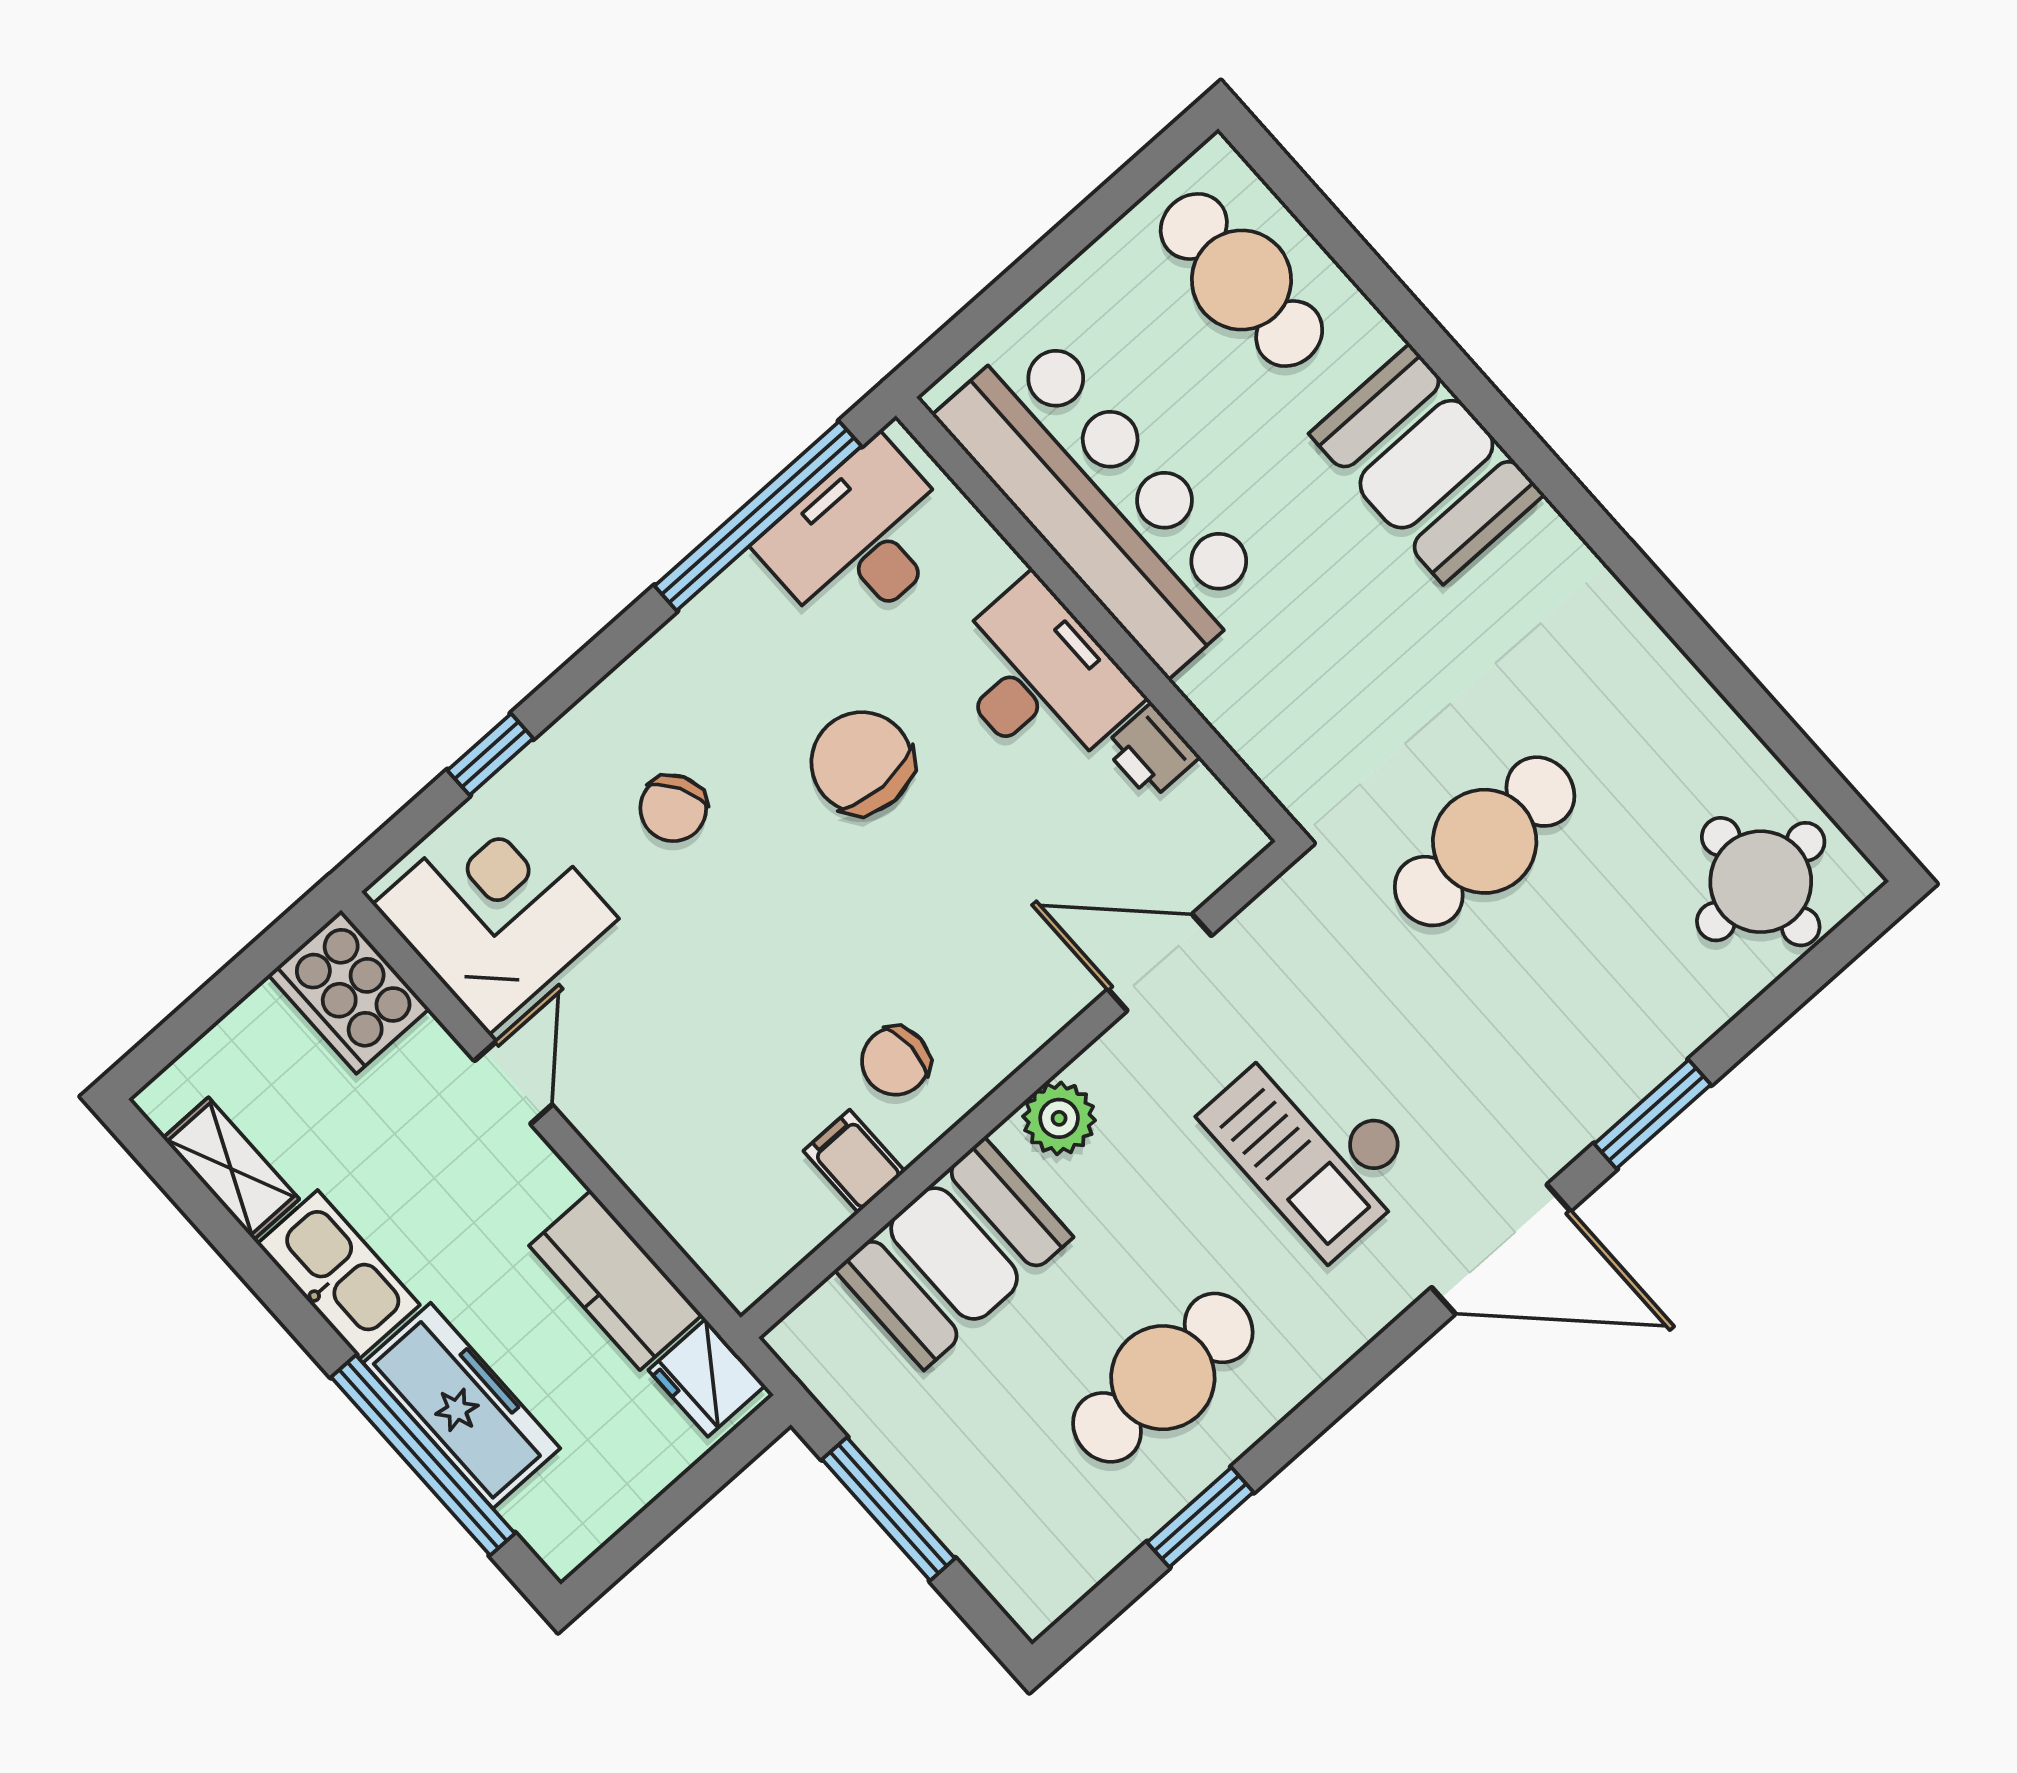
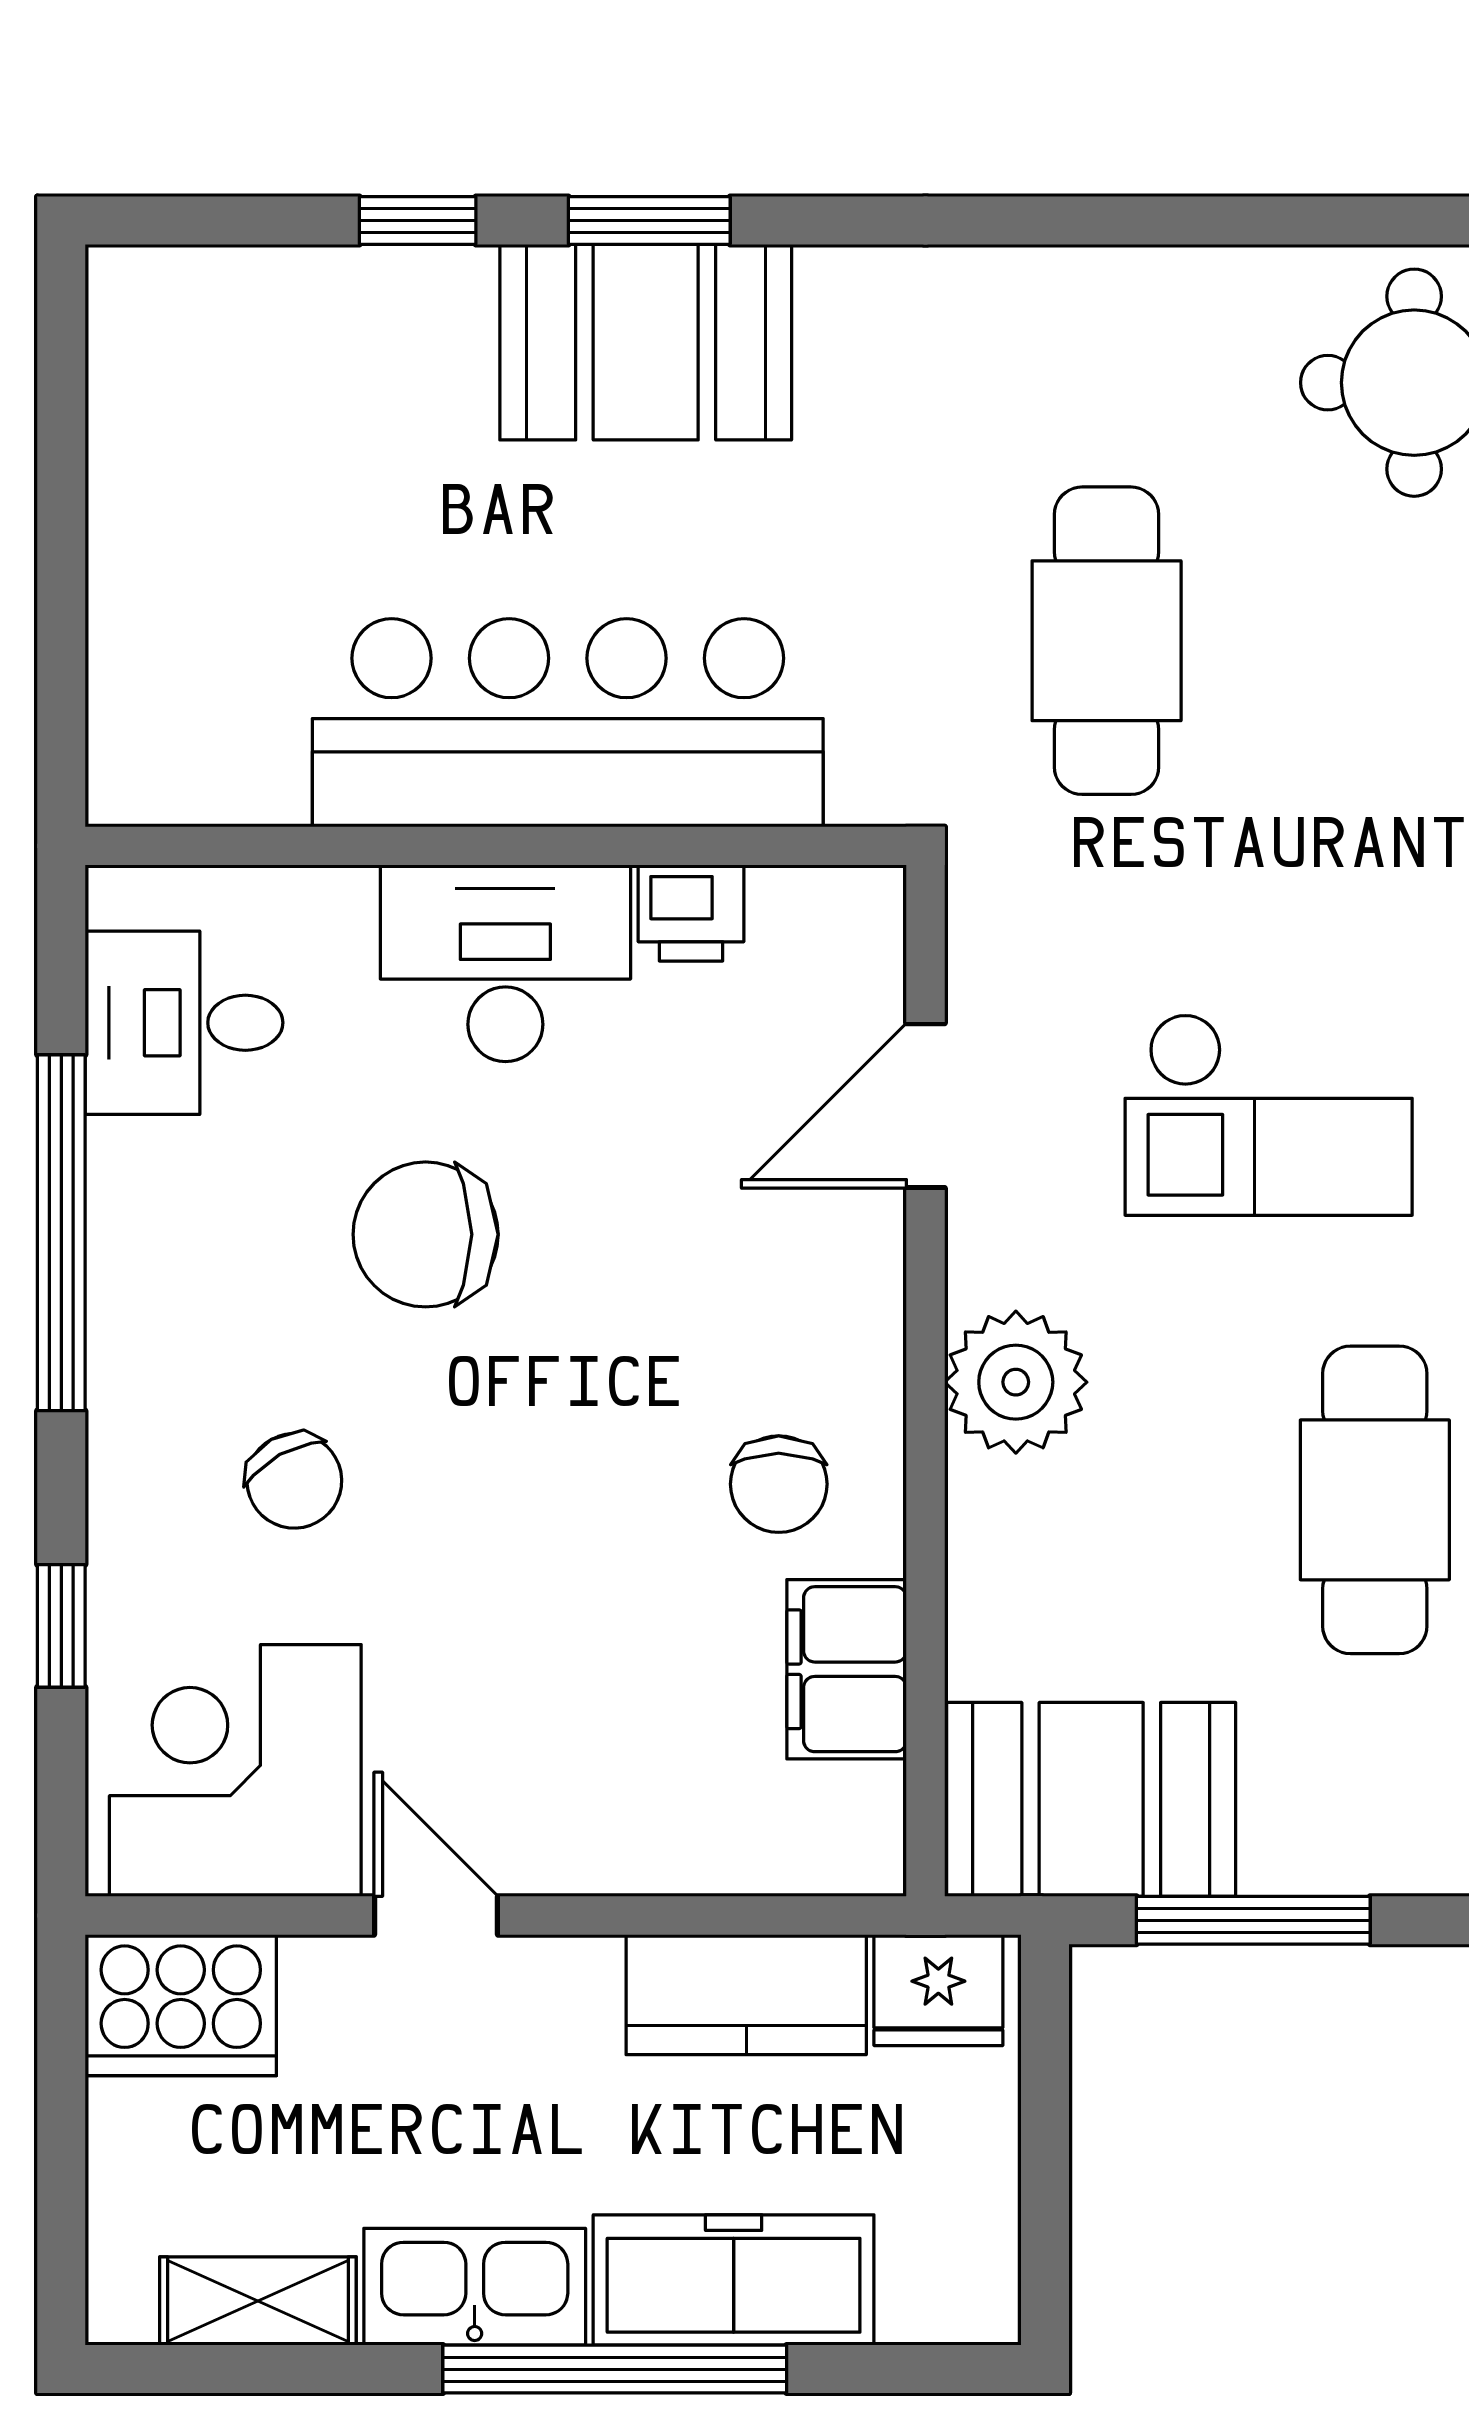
cafe table: (1241, 280) -> (271, 365), removed
window: (1384, 290) -> (418, 220), added
window: (1491, 410) -> (649, 220), added
bar counter: (1104, 500) -> (568, 723), moved
window: (758, 516) -> (61, 1233), moved
desk: (860, 539) -> (184, 1023), width x0.73
plant: (1059, 1118) -> (1016, 1382), width x1.36, depth x1.36
filing cabinet: (854, 1161) -> (847, 1669), width x2.00
booth: (954, 1254) -> (1091, 1799), moved, turned 90
window: (423, 1455) -> (615, 2369), moved

